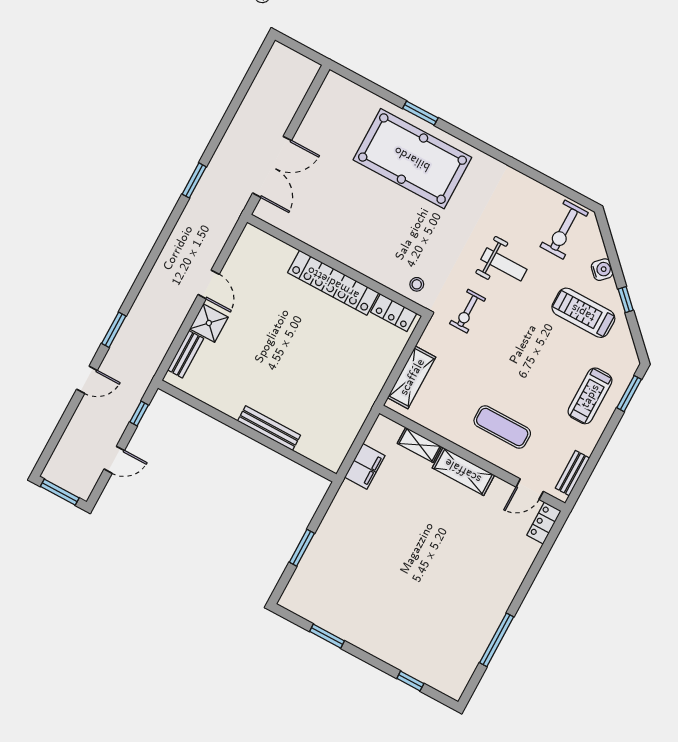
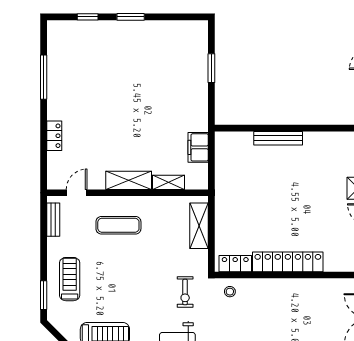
exercise bike: (468, 311) -> (185, 292), turned 180
locker: (544, 523) -> (54, 136), moved
window: (327, 636) -> (131, 17), moved

